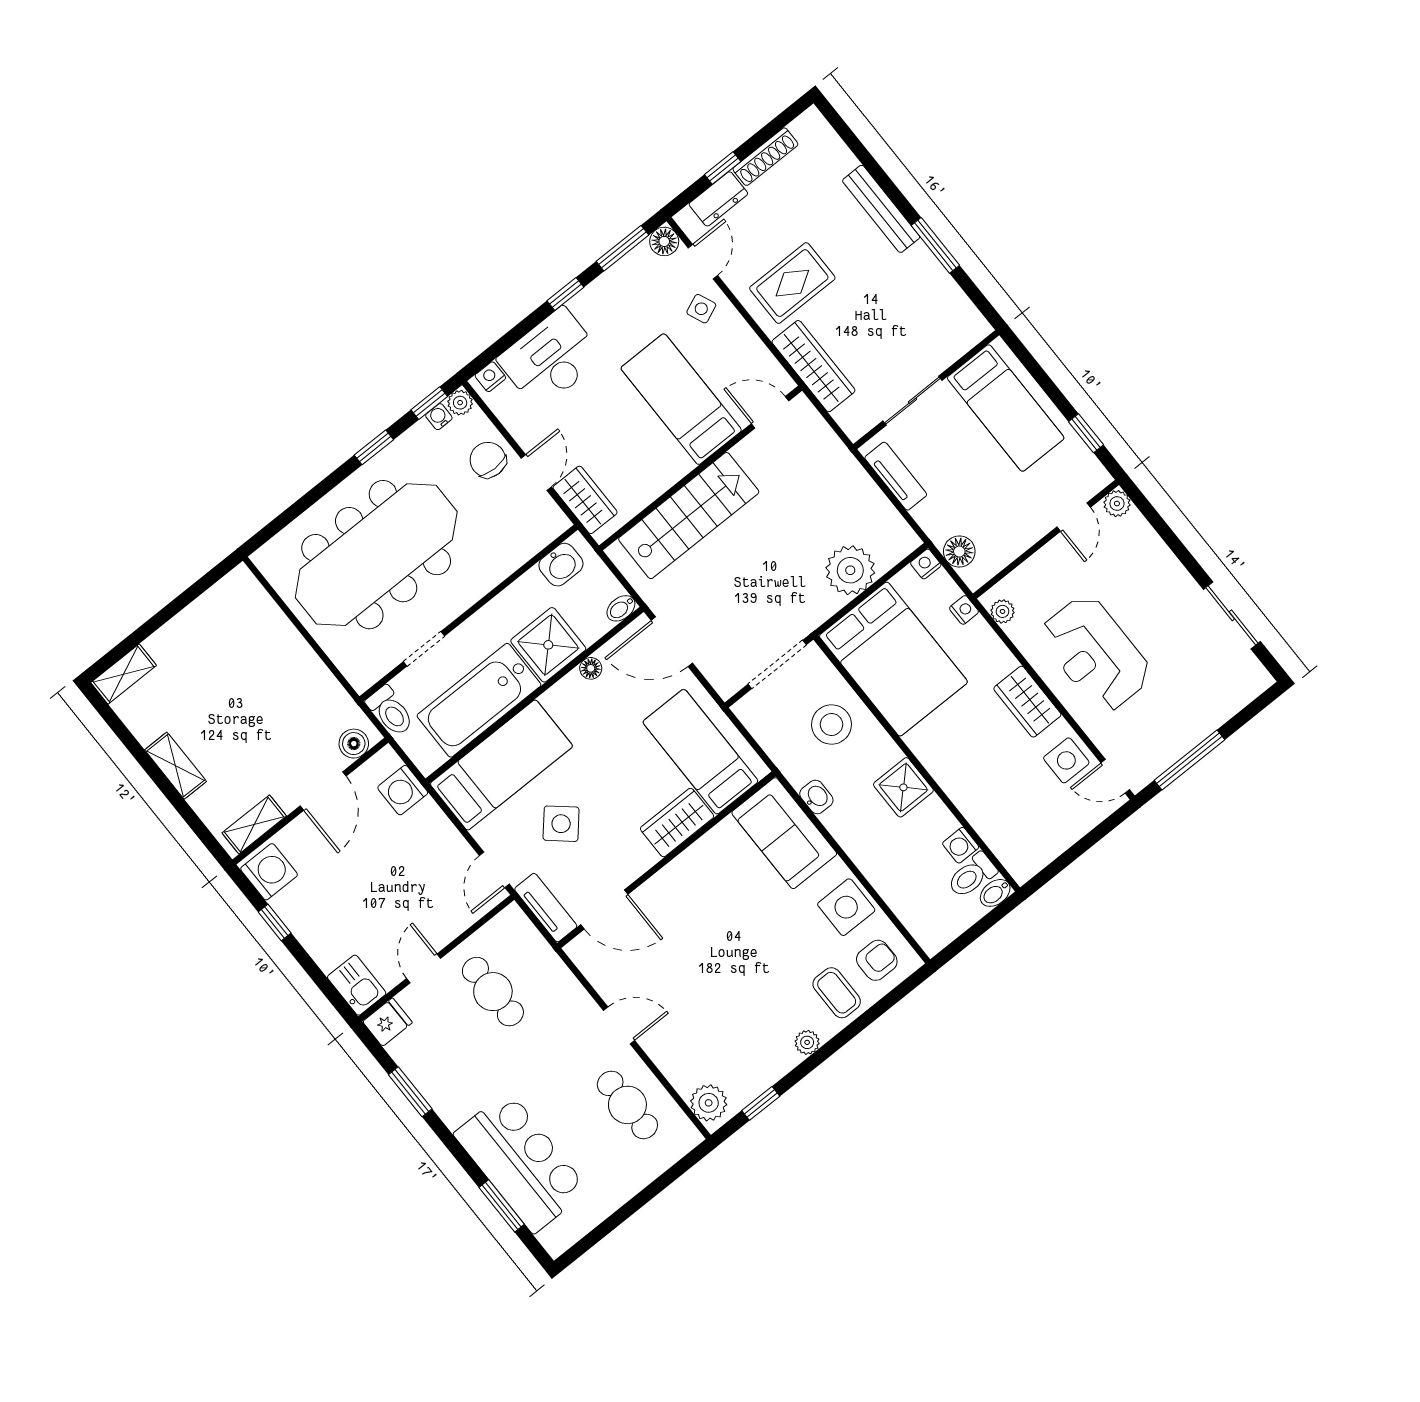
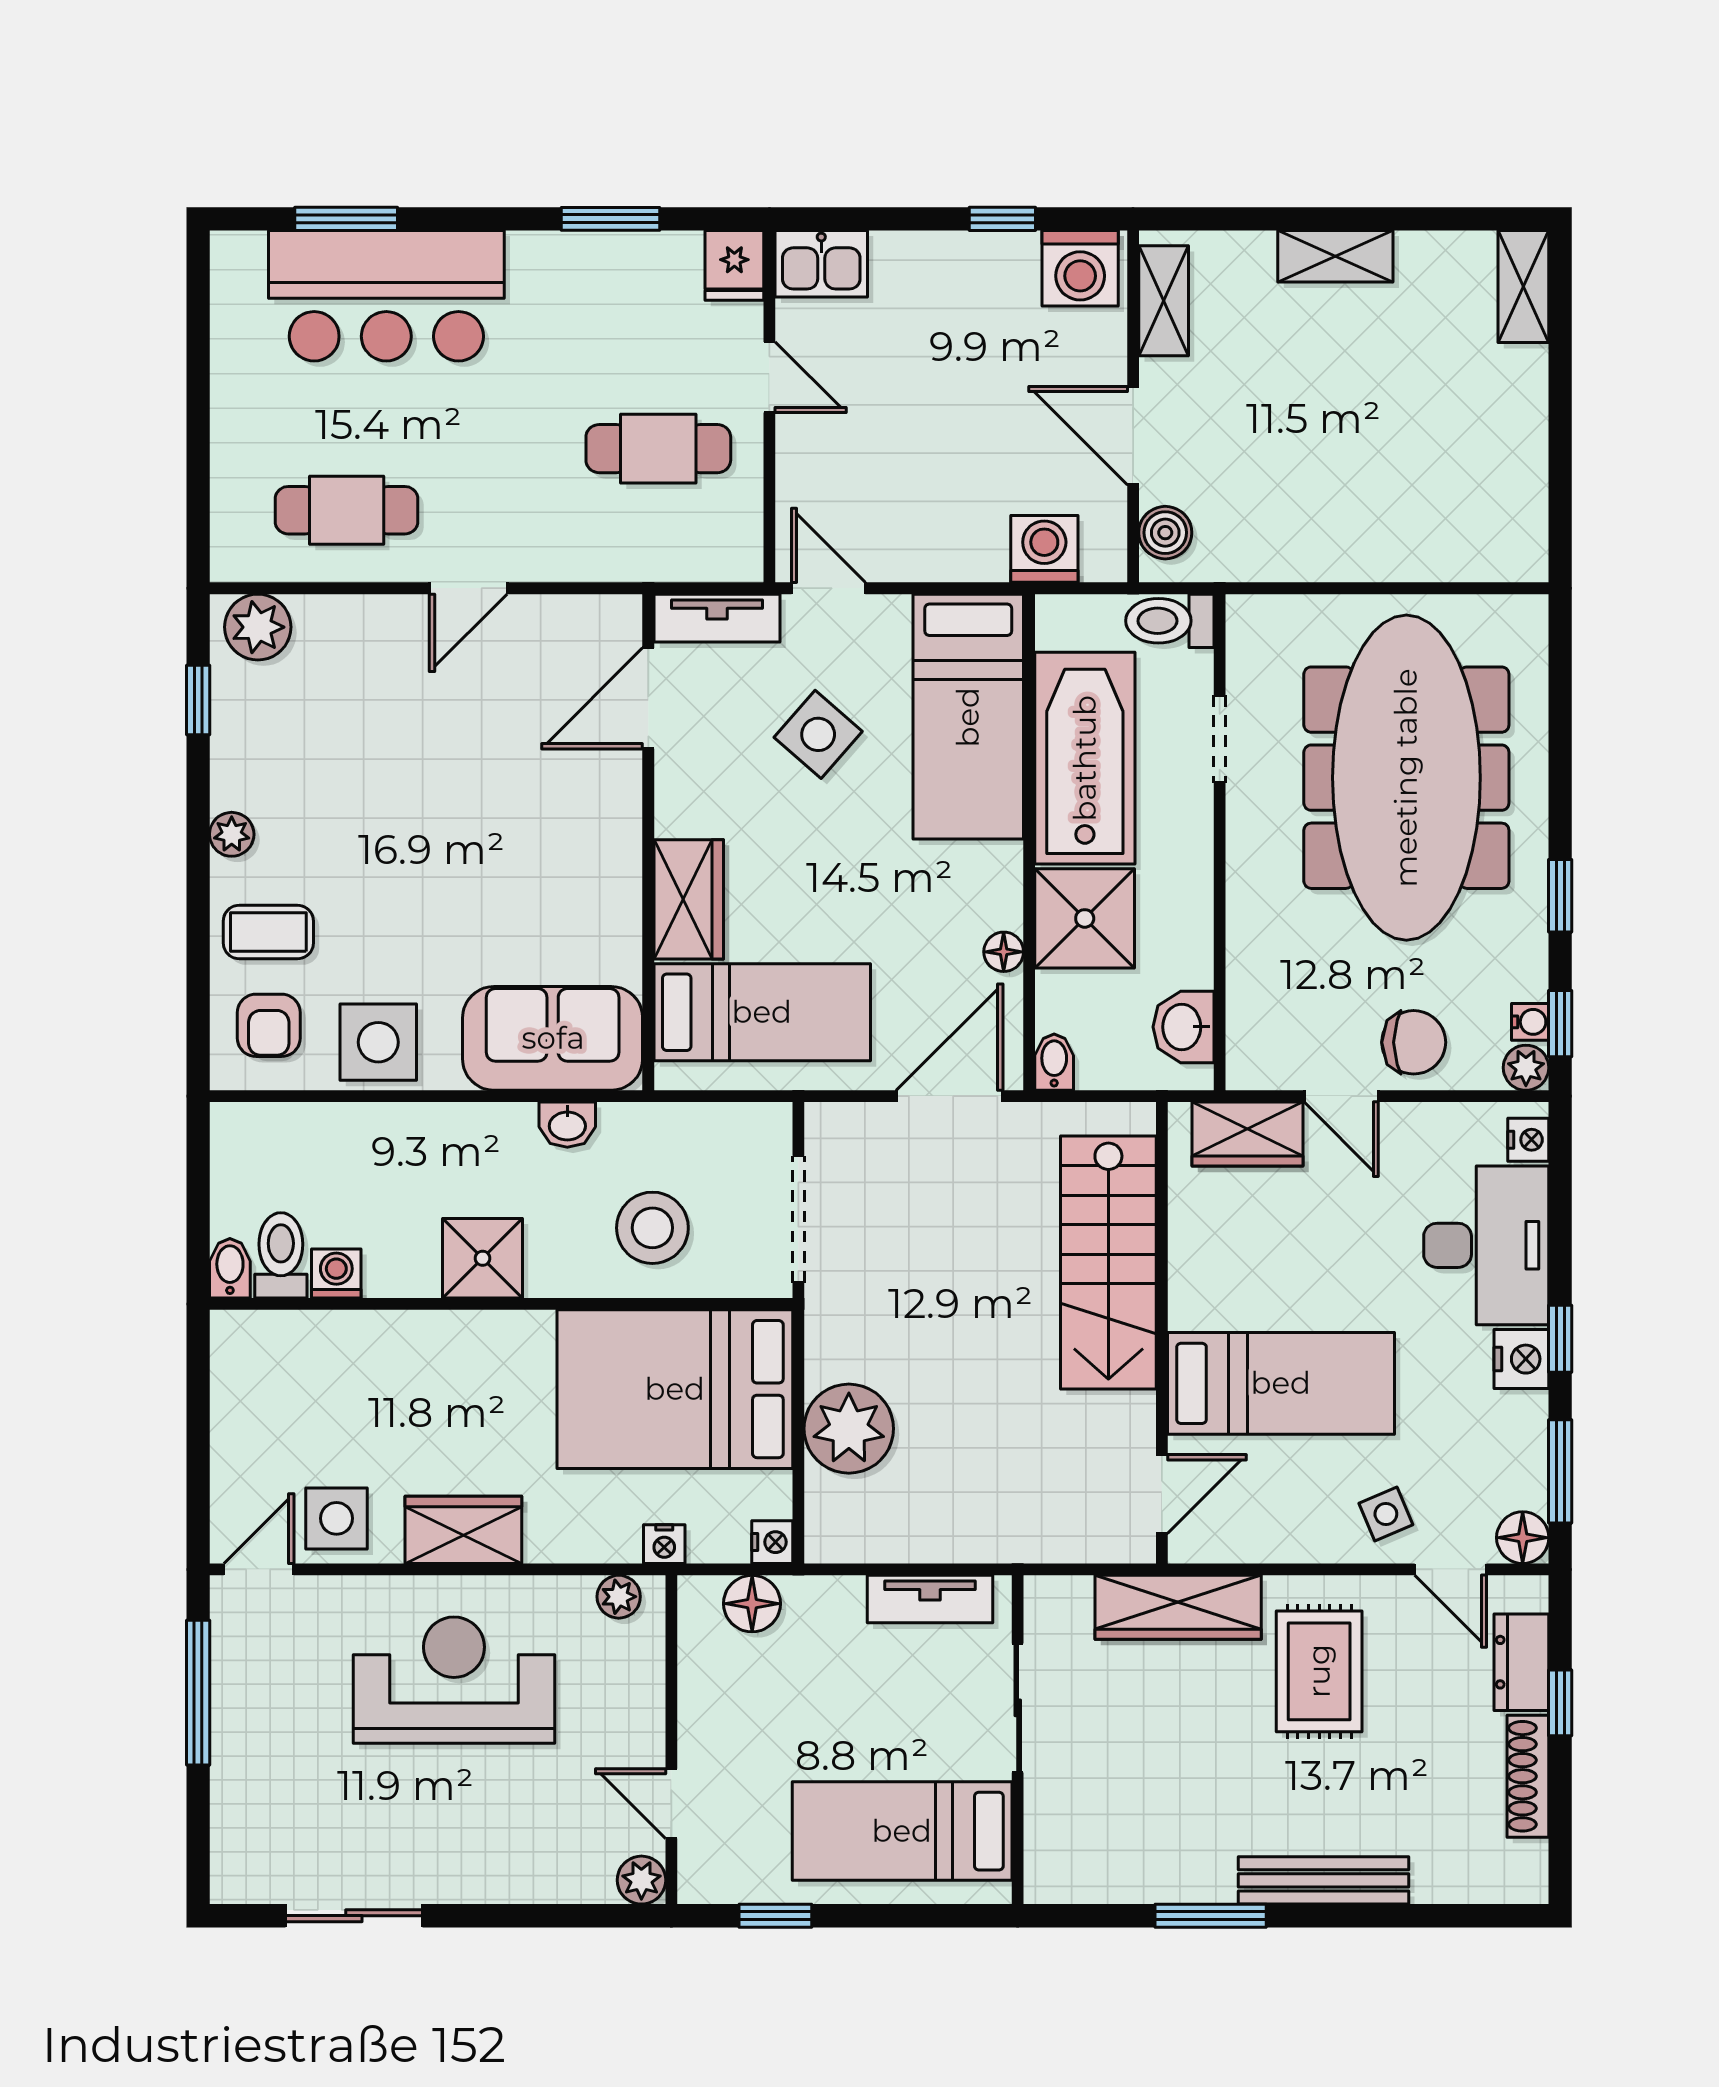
nightstand: (587, 304) -> (1521, 1359), added

